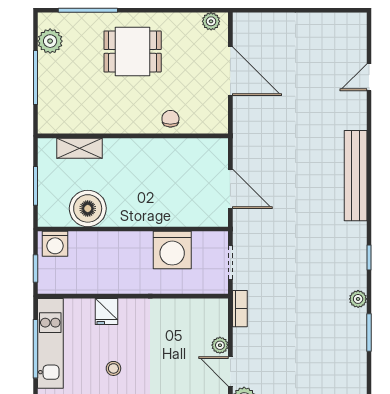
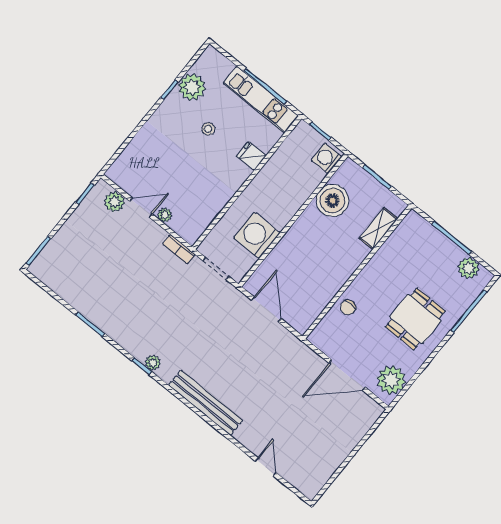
plant: (211, 21) -> (391, 380), width x1.88, depth x1.88
chair: (170, 119) -> (348, 307), turned 90
door: (230, 189) -> (266, 309), swing flipped
plant: (358, 299) -> (153, 363), moved

